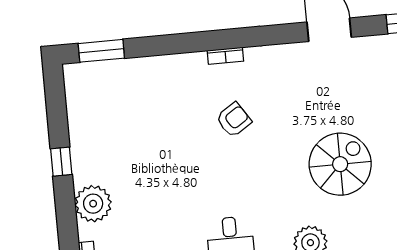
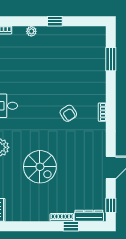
window: (101, 51) -> (111, 59), moved
plant: (93, 204) -> (31, 31), width x0.53, depth x0.53

